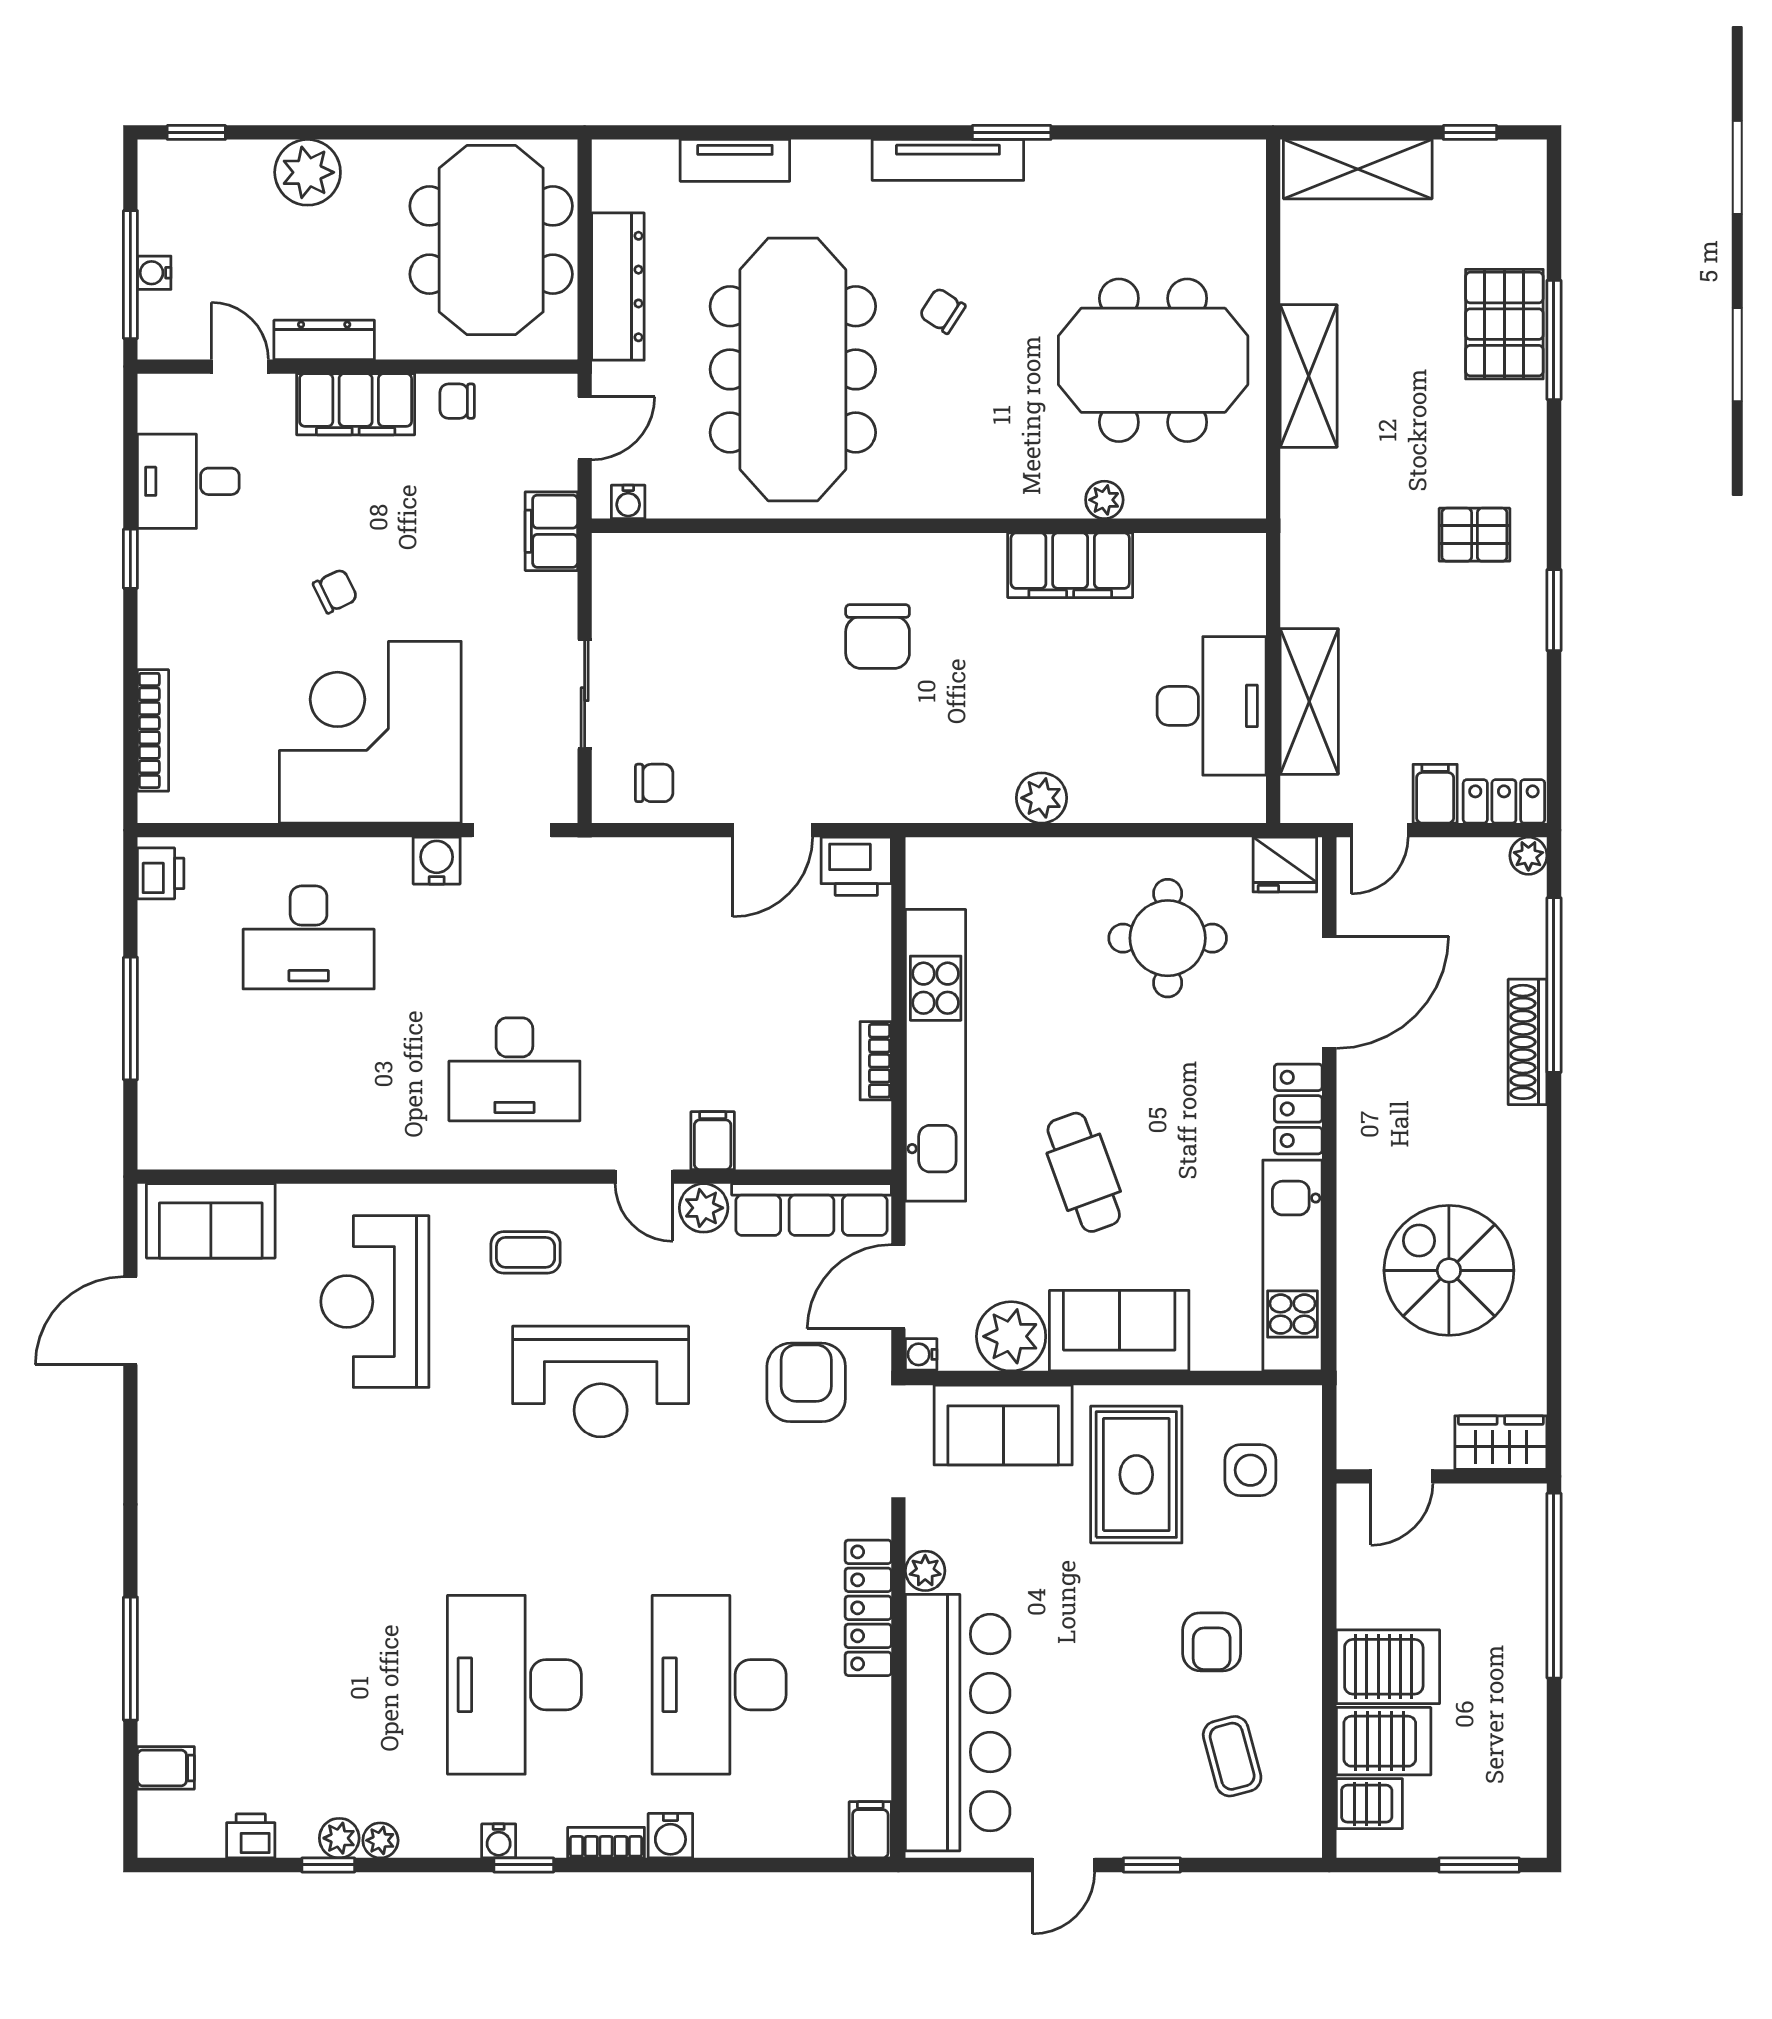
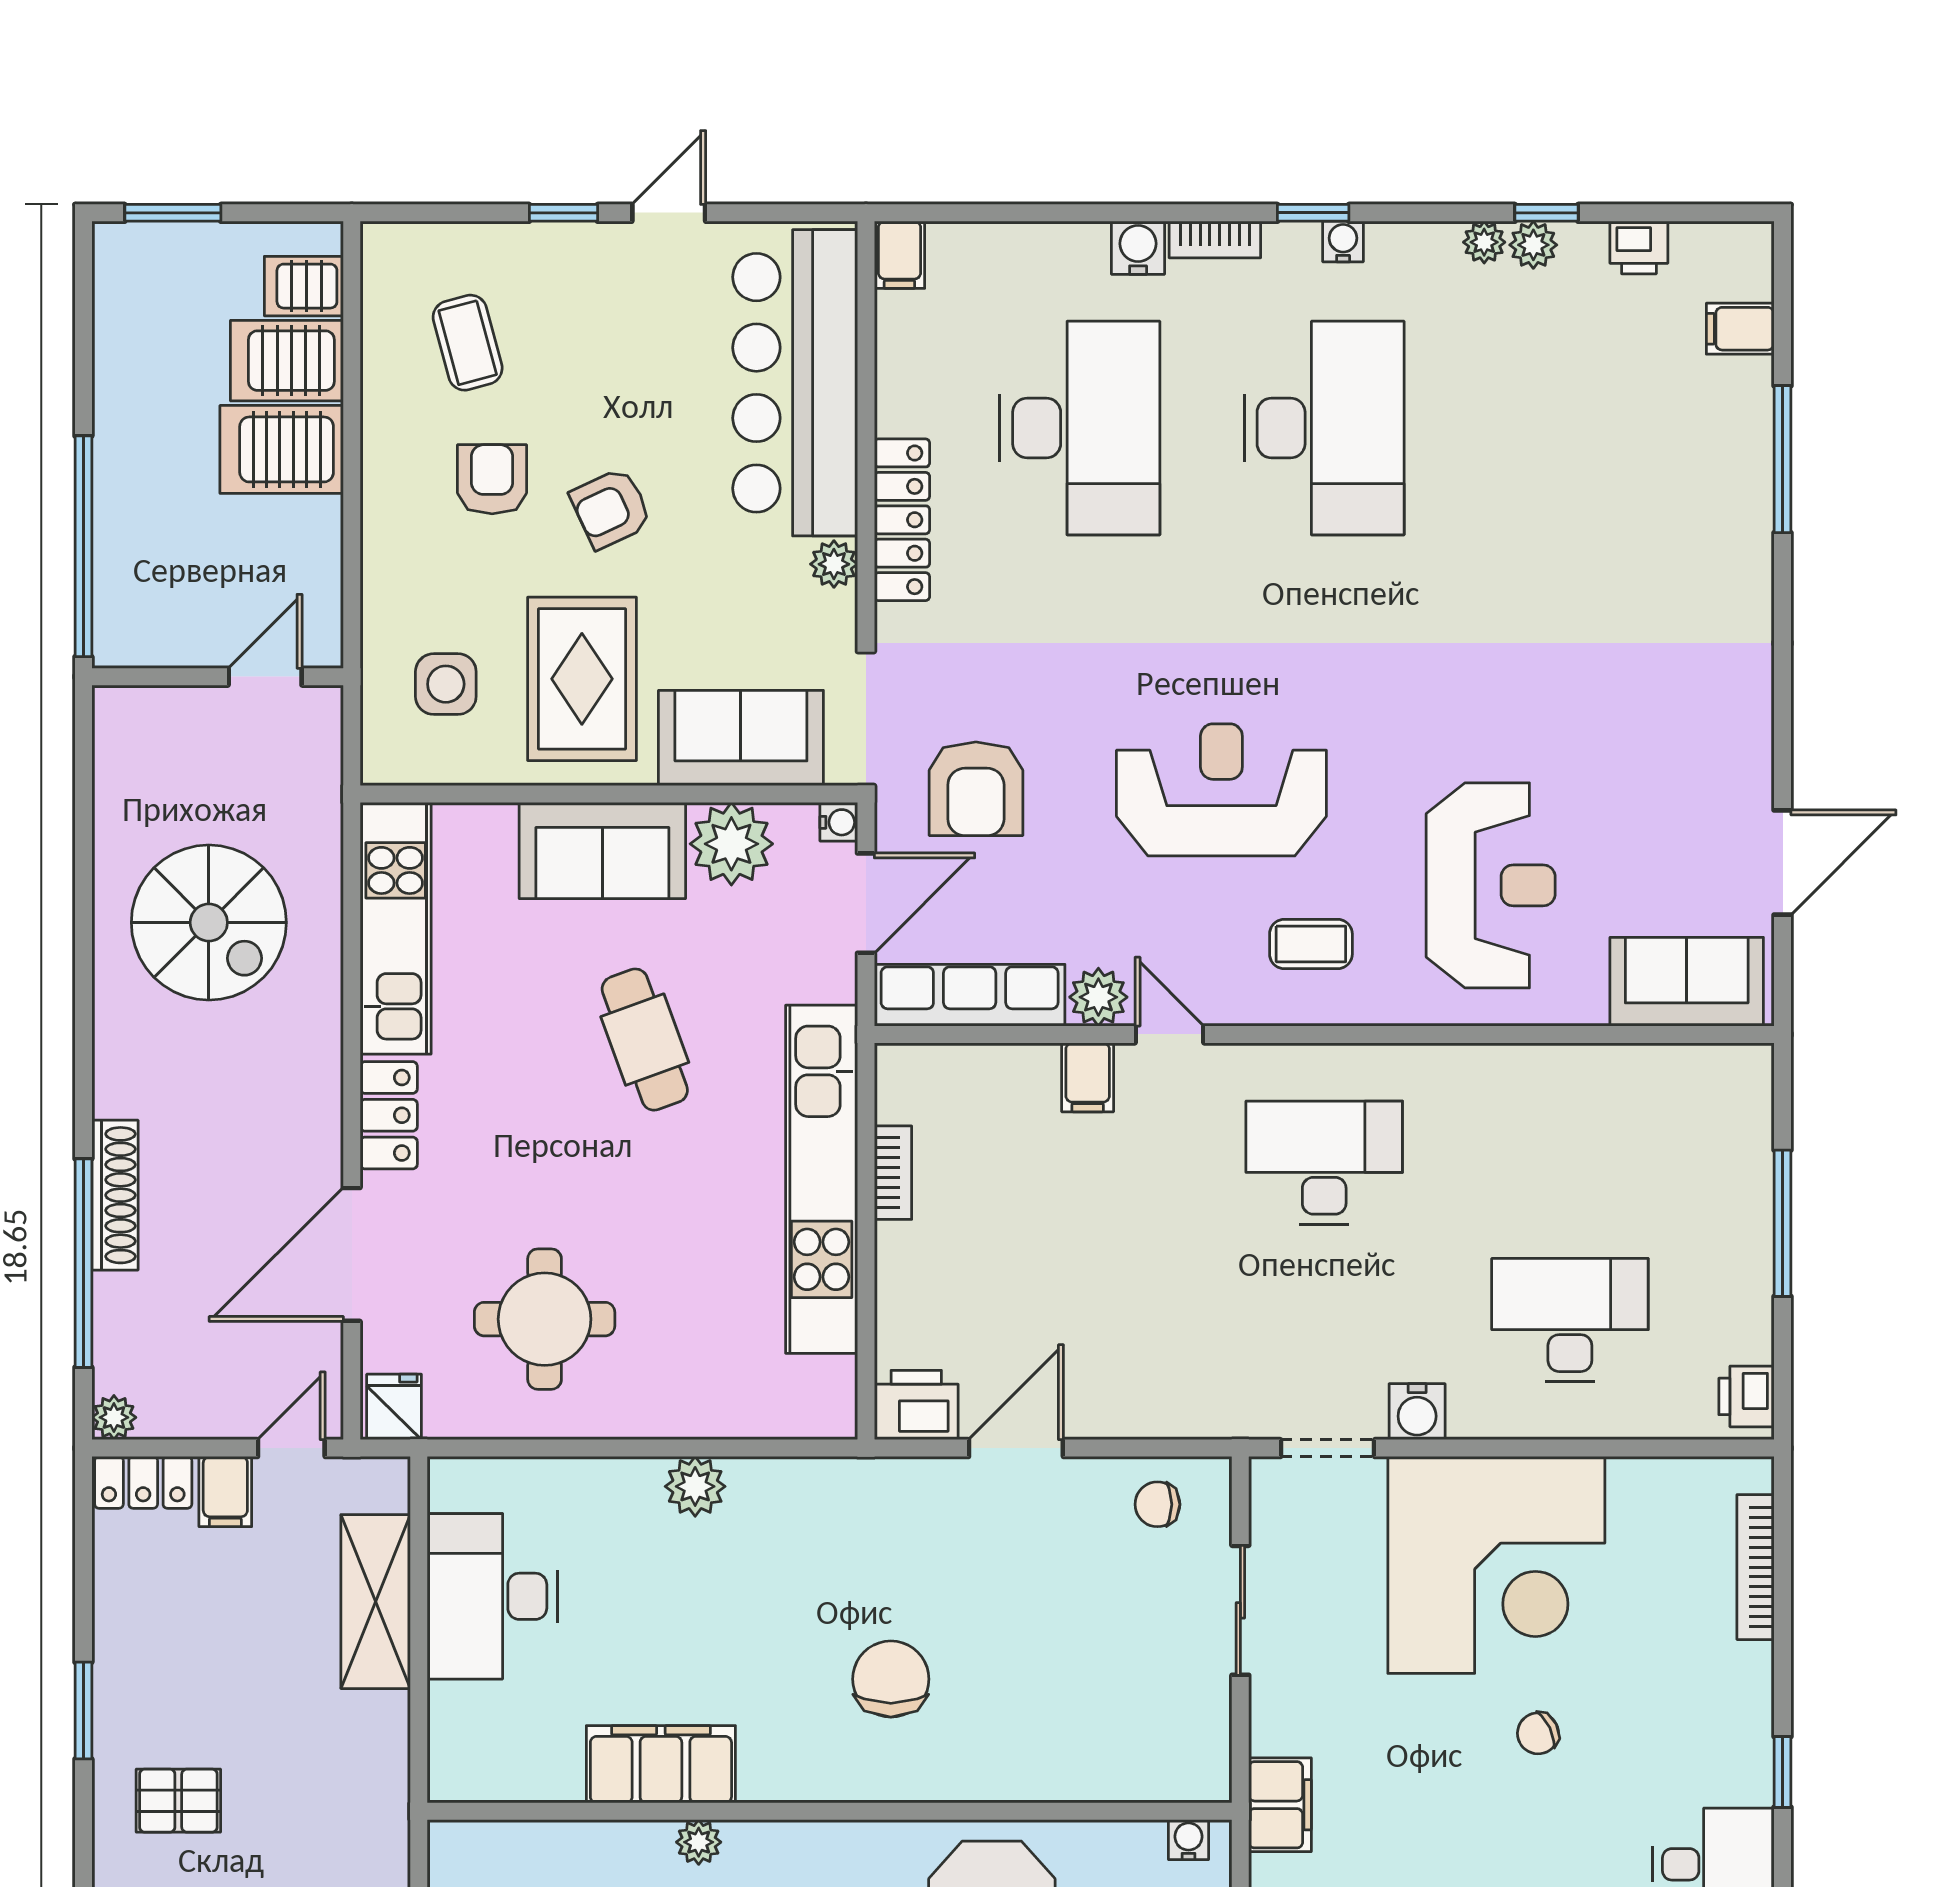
plant: (1104, 500) -> (699, 1842), moved
fridge: (1285, 865) -> (394, 1407), width x0.72
wardrobe: (1501, 1443) -> (147, 717), removed
armchair: (1112, 1617) -> (611, 508), added

